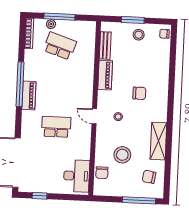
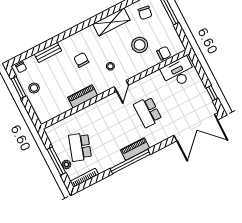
window: (133, 20) -> (18, 88), moved
bench: (105, 46) -> (48, 52), moved

